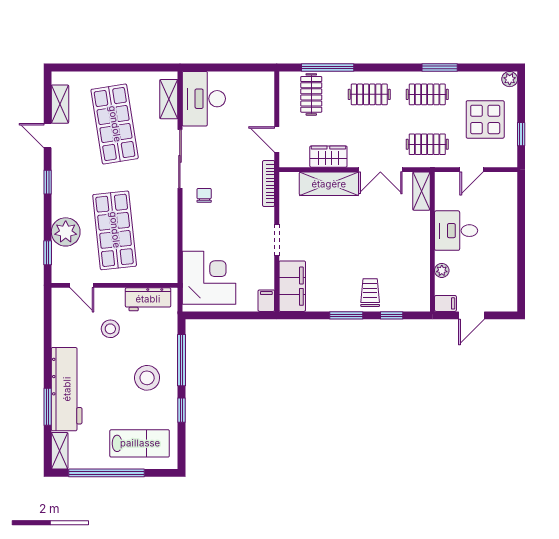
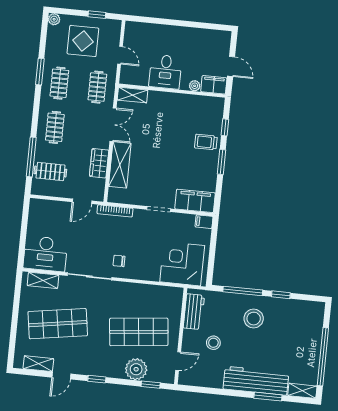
filing cabinet: (445, 303) -> (214, 85), width x2.00
lab bench: (140, 443) -> (303, 329), removed

